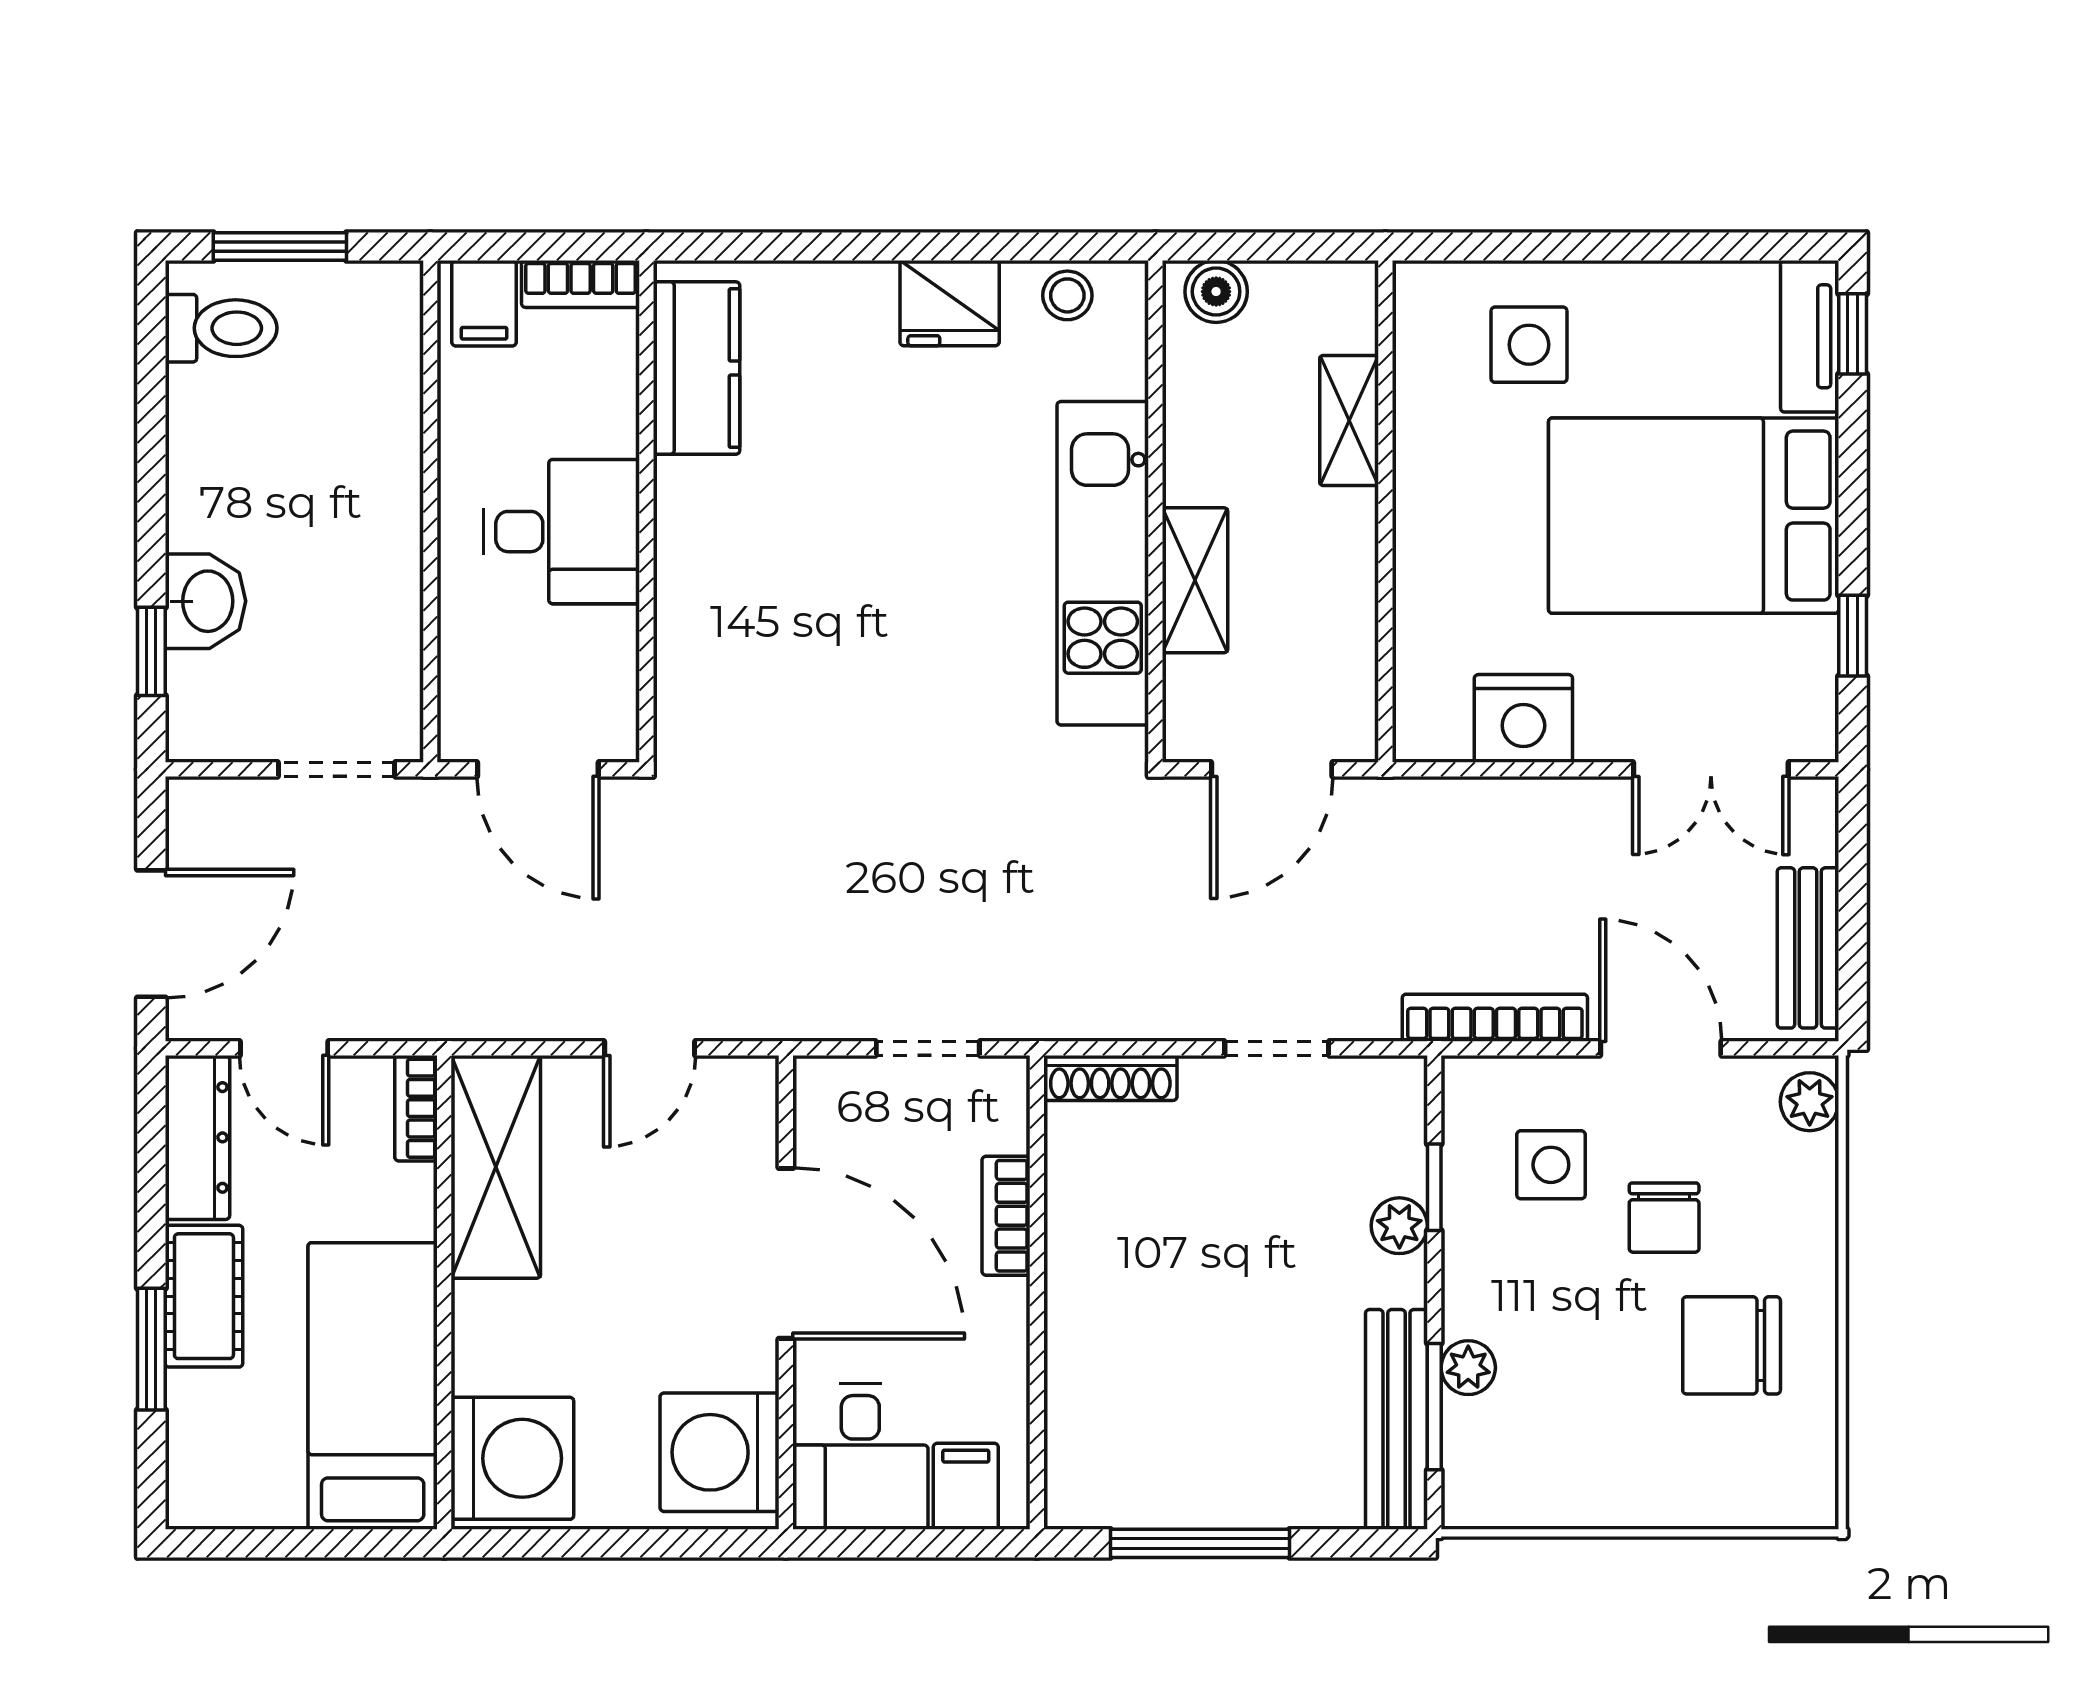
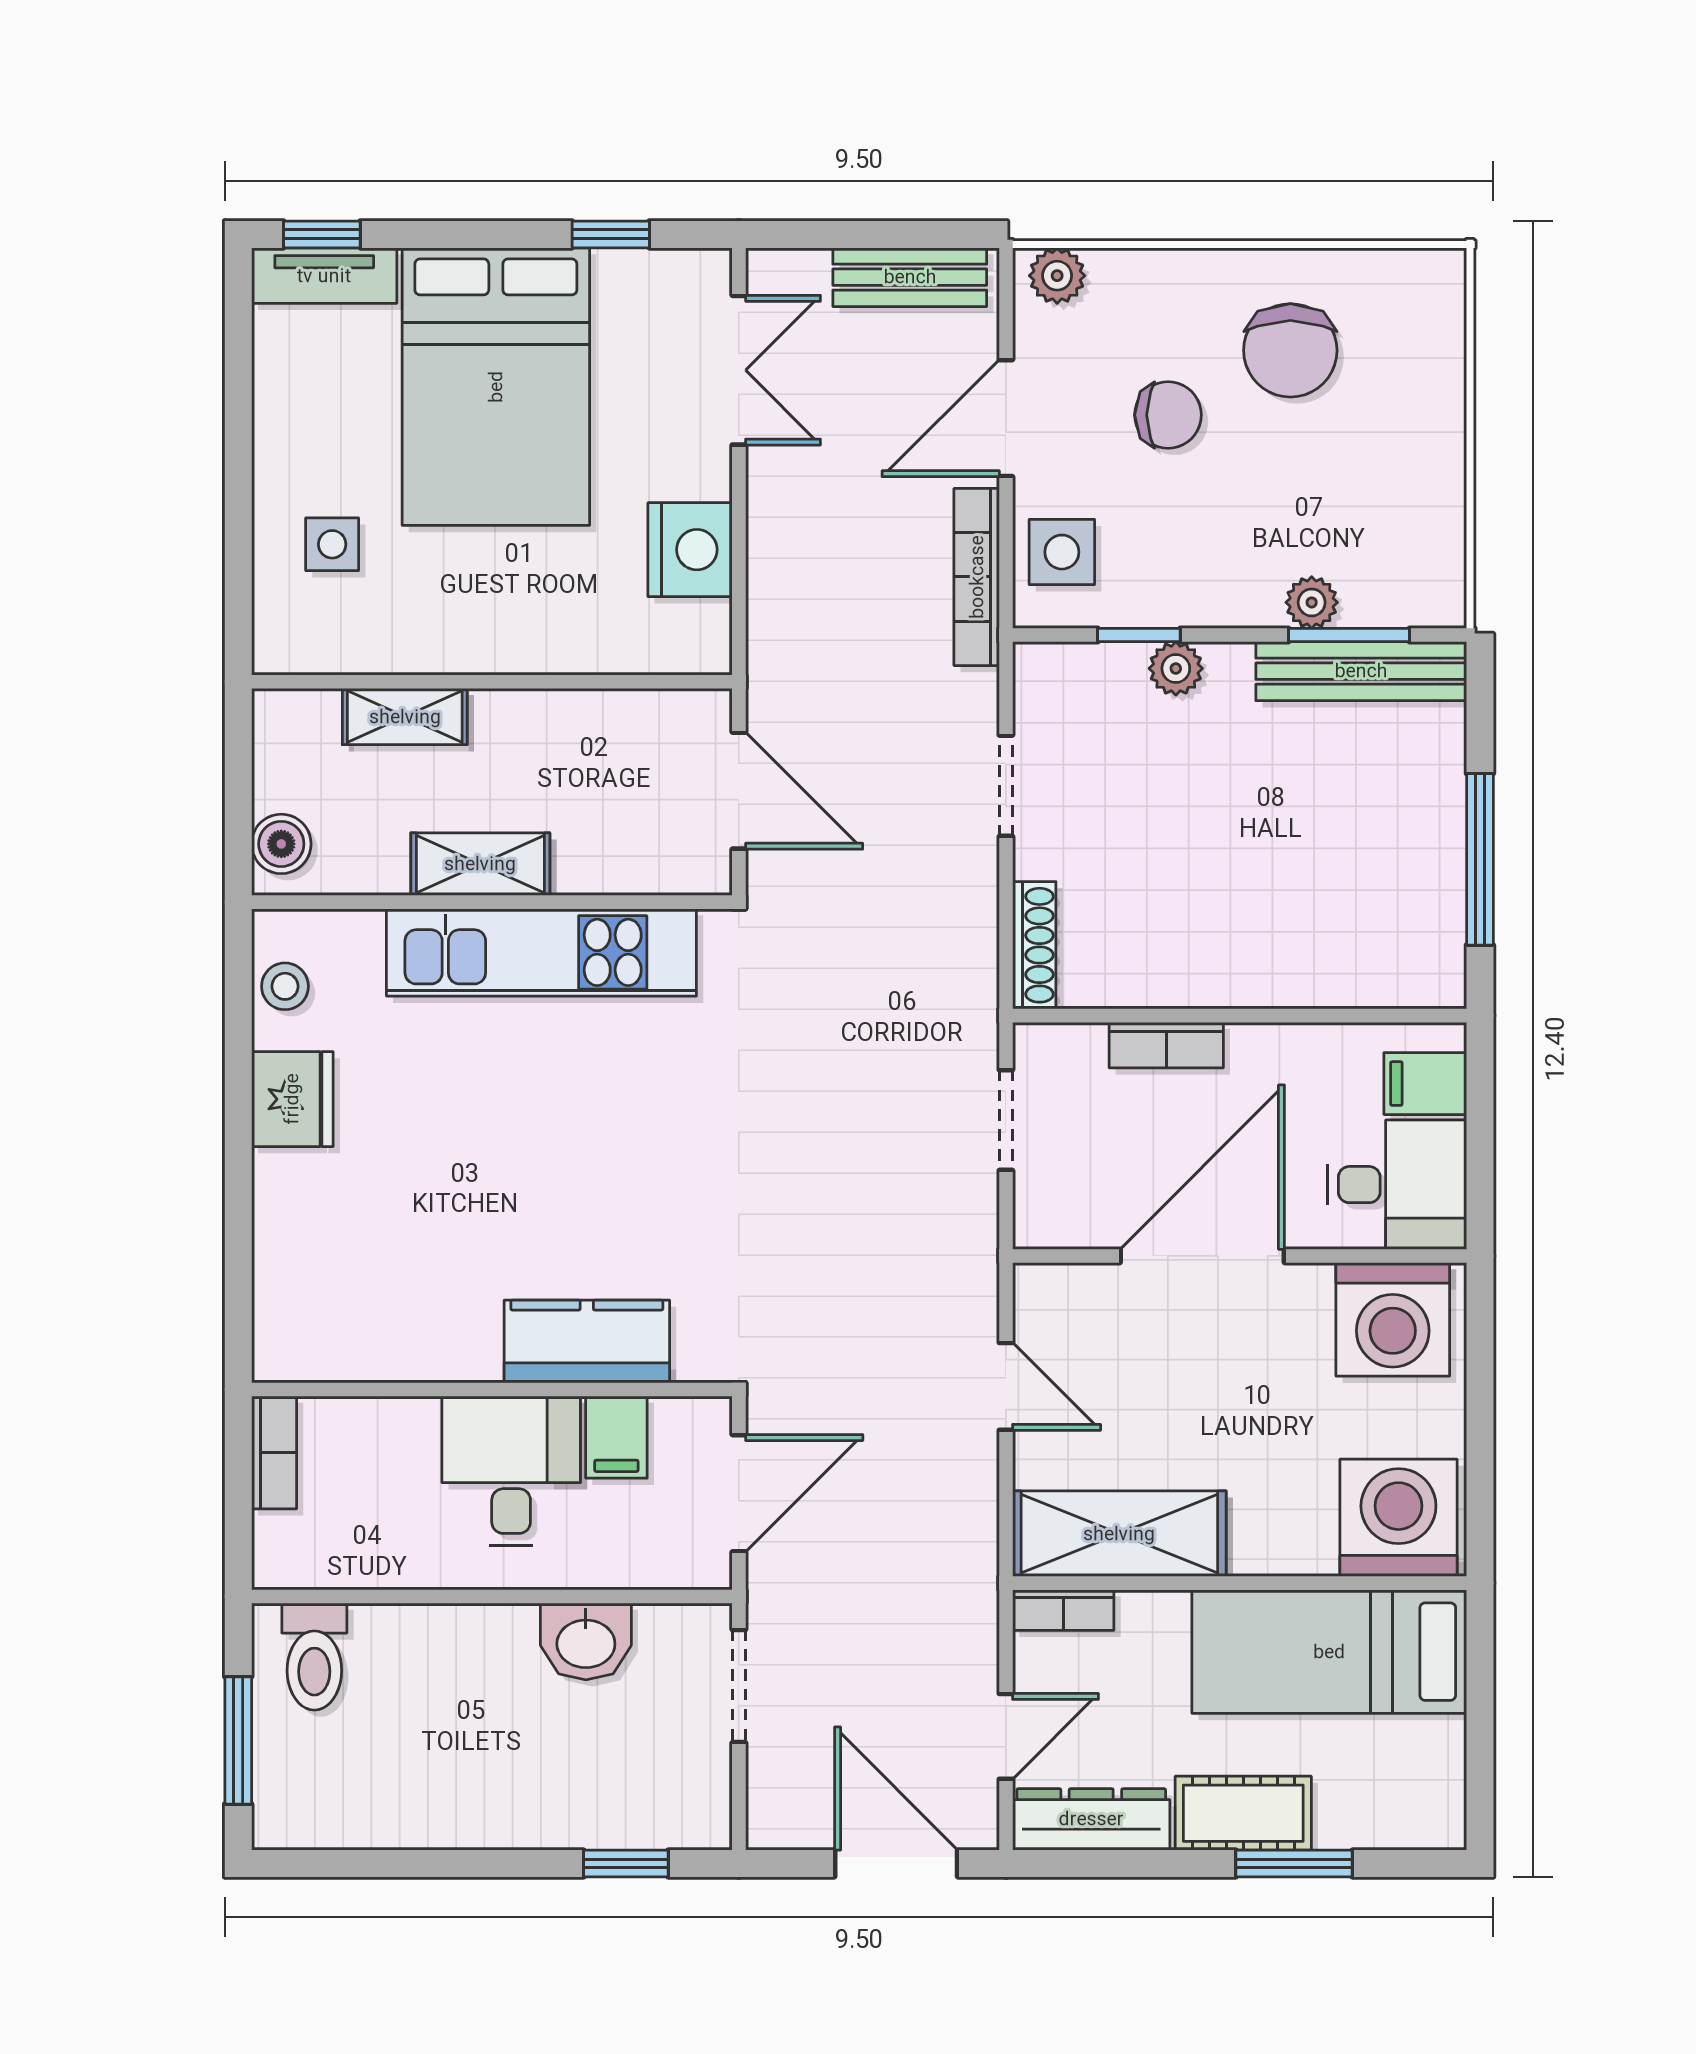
filing cabinet: (484, 303) -> (616, 1437), moved, turned 90
toilet: (221, 328) -> (314, 1657), moved, turned 180
side table: (1529, 345) -> (332, 544), width x0.73, depth x0.73
kitchen counter: (697, 368) -> (587, 1341), moved
shelving: (1195, 580) -> (480, 864), moved
washbasin: (205, 601) -> (586, 1642), moved, turned 180
side table: (1551, 1165) -> (1062, 552), moved

